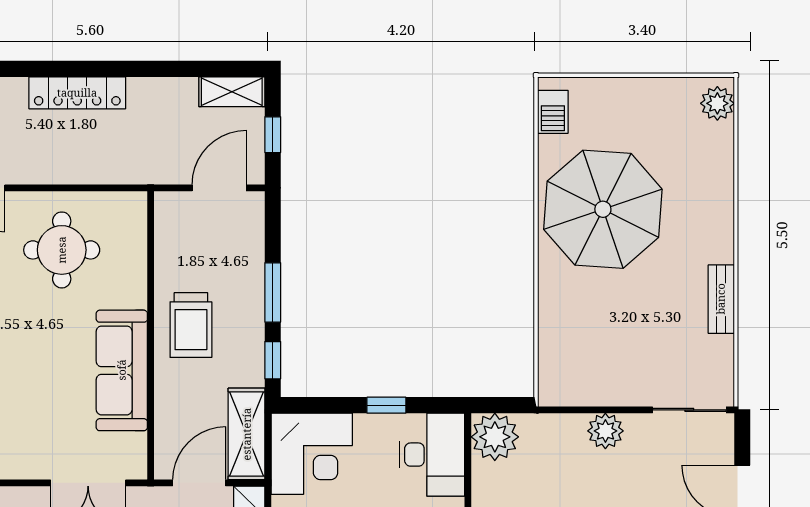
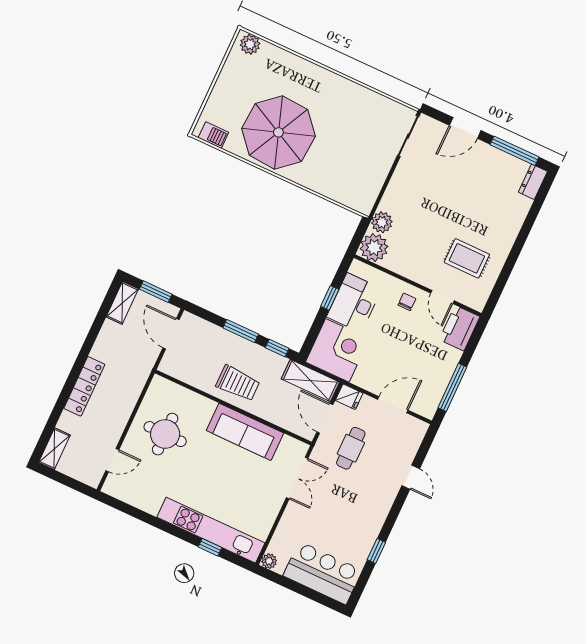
window: (273, 135) -> (156, 292), width x1.50
bench: (721, 299) -> (356, 91), removed
plant: (605, 431) -> (382, 222), moved
desk: (432, 455) -> (354, 303), moved, turned -90

